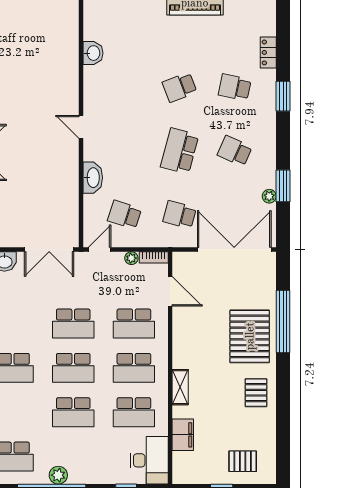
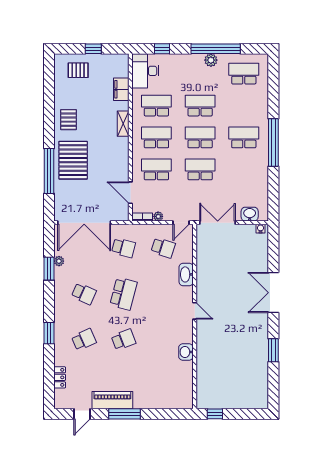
locker: (268, 52) -> (60, 377), moved
washbasin: (93, 53) -> (186, 352), moved
school desk: (235, 87) -> (84, 340), turned -36

